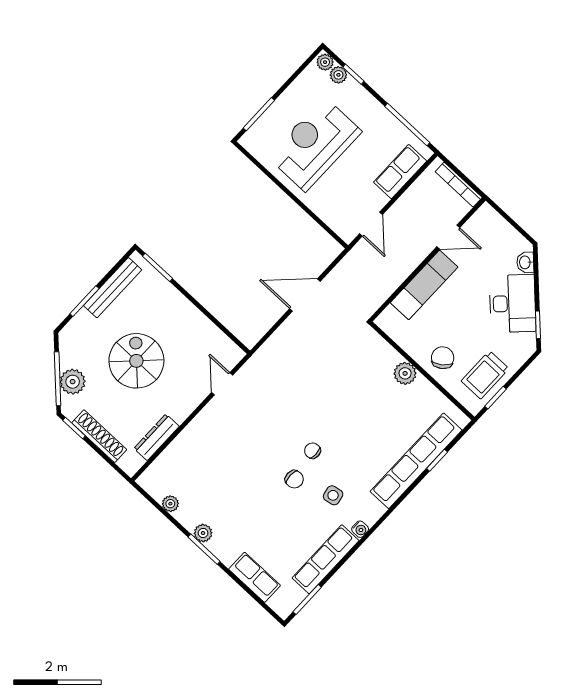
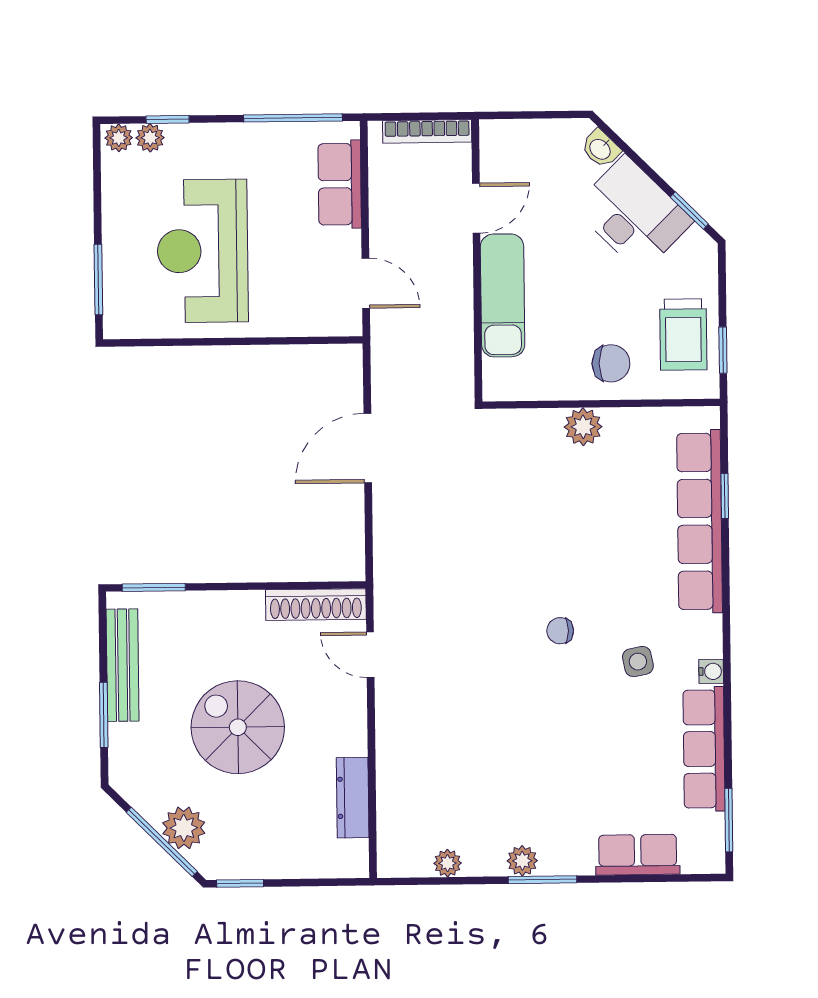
chair: (443, 358) -> (611, 363), turned 127
shoe rack: (99, 436) -> (316, 605), moved, turned 180
chair: (294, 479) -> (571, 687), removed

